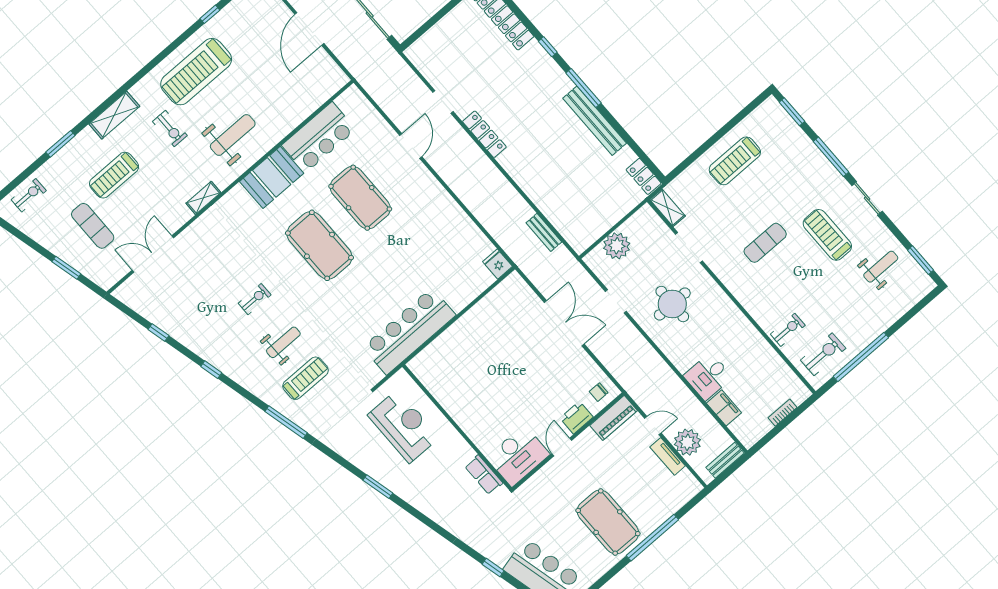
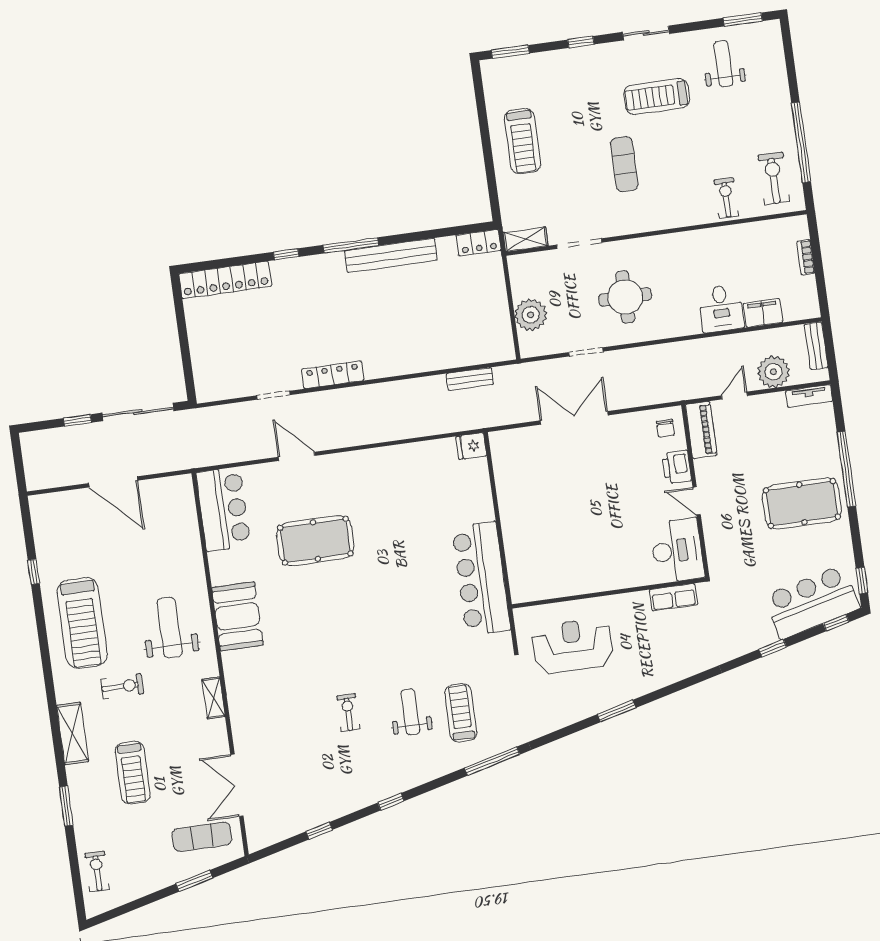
bar counter: (319, 137) -> (223, 509), moved
window: (831, 157) -> (581, 42), width x0.46
exercise mat: (93, 226) -> (202, 837), moved
pool table: (319, 245) -> (337, 612), removed
tv unit: (668, 456) -> (809, 396), moved

